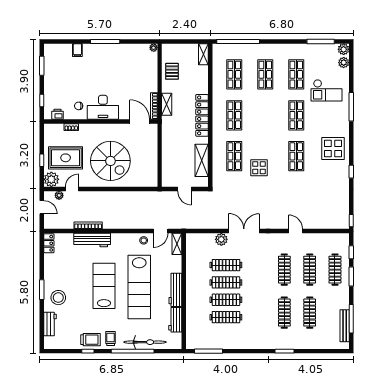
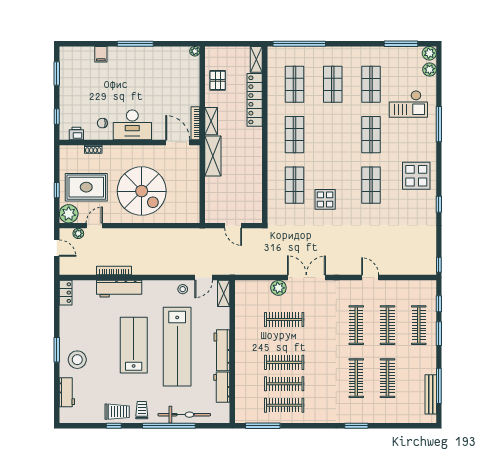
locker: (202, 115) -> (255, 100), moved
shelving: (202, 160) -> (213, 156), moved
clothes rail: (226, 282) -> (284, 405), moved

